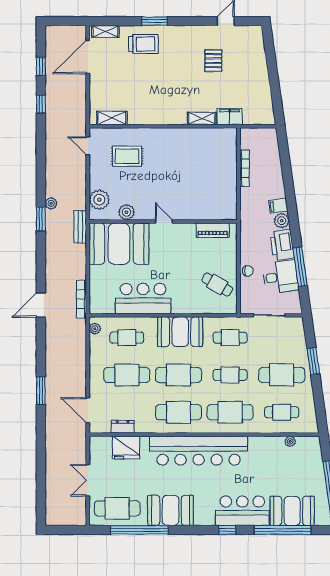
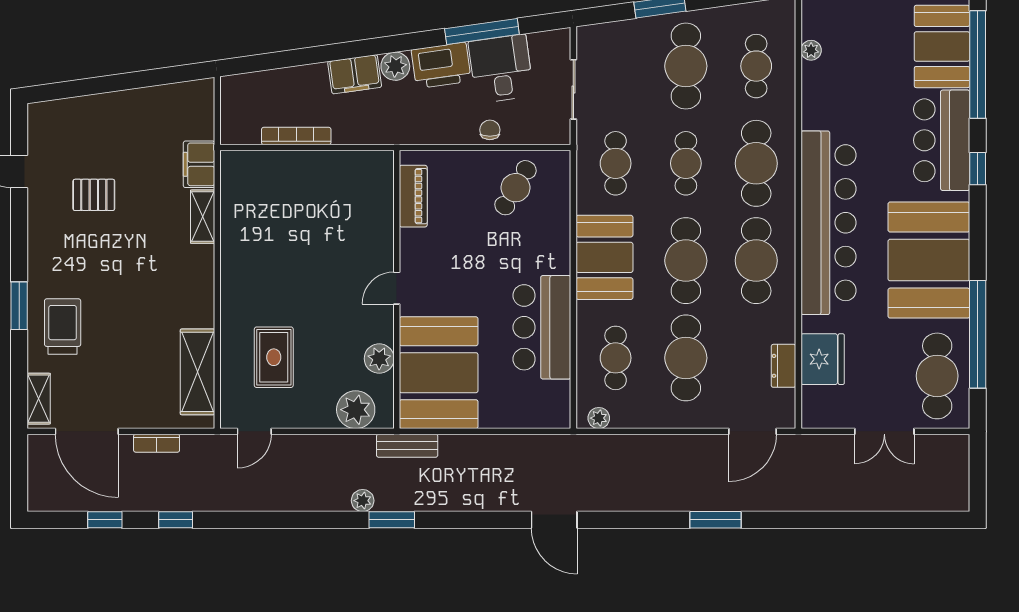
shelving: (112, 118) -> (197, 372), width x1.50, depth x1.33
filing cabinet: (278, 206) -> (355, 74), width x2.00
bookcase: (82, 299) -> (157, 443), moved, width x0.64
booth: (171, 510) -> (929, 260), width x1.36, depth x1.42

